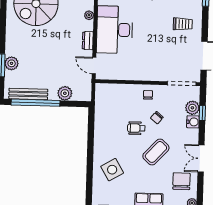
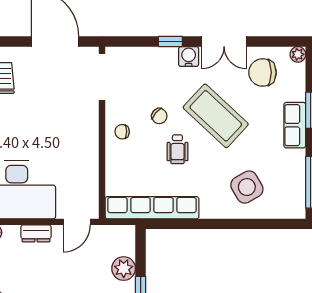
plant: (192, 108) -> (141, 58), removed
row of seats: (101, 112) -> (152, 208), added
window: (202, 113) -> (170, 41), moved
water cooler: (193, 122) -> (189, 56), moved
coffee table: (156, 152) -> (216, 116), width x1.36, depth x1.32

